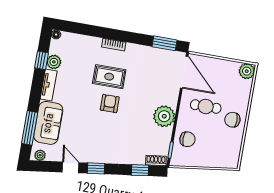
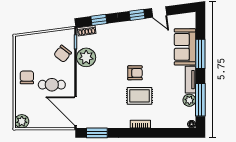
window: (41, 60) -> (200, 100), width x2.17
armchair: (110, 103) -> (135, 73), turned -90
plant: (164, 116) -> (86, 57), moved
chair: (232, 120) -> (27, 77), turned -90
window: (30, 128) -> (200, 54), moved
chair: (187, 139) -> (63, 54), turned -52
plant: (40, 155) -> (187, 18), removed

